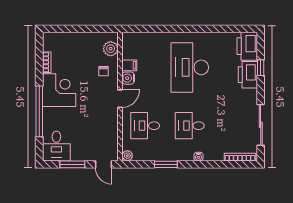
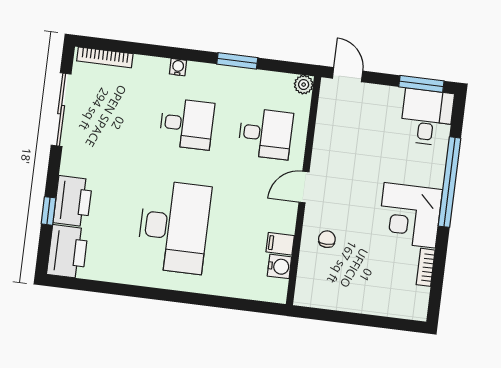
plant: (111, 49) -> (310, 277), removed
water cooler: (128, 78) -> (279, 266), moved
window: (72, 164) -> (421, 84), moved

